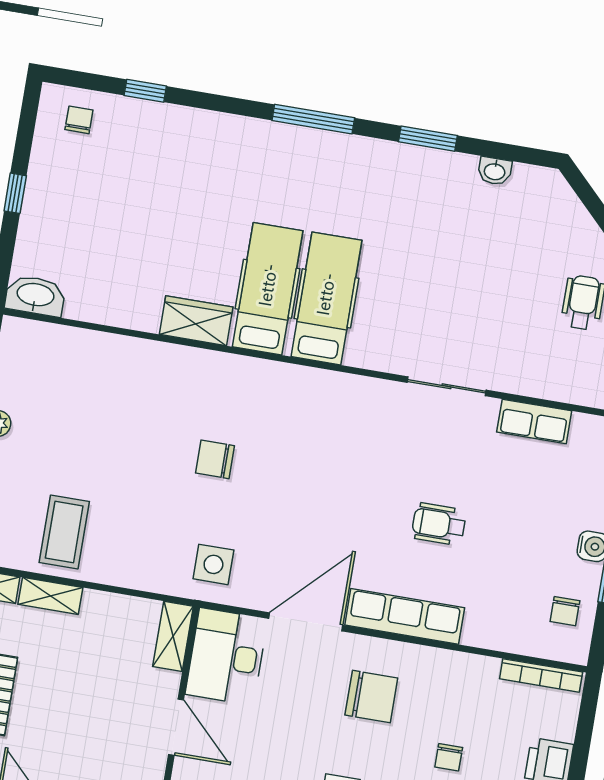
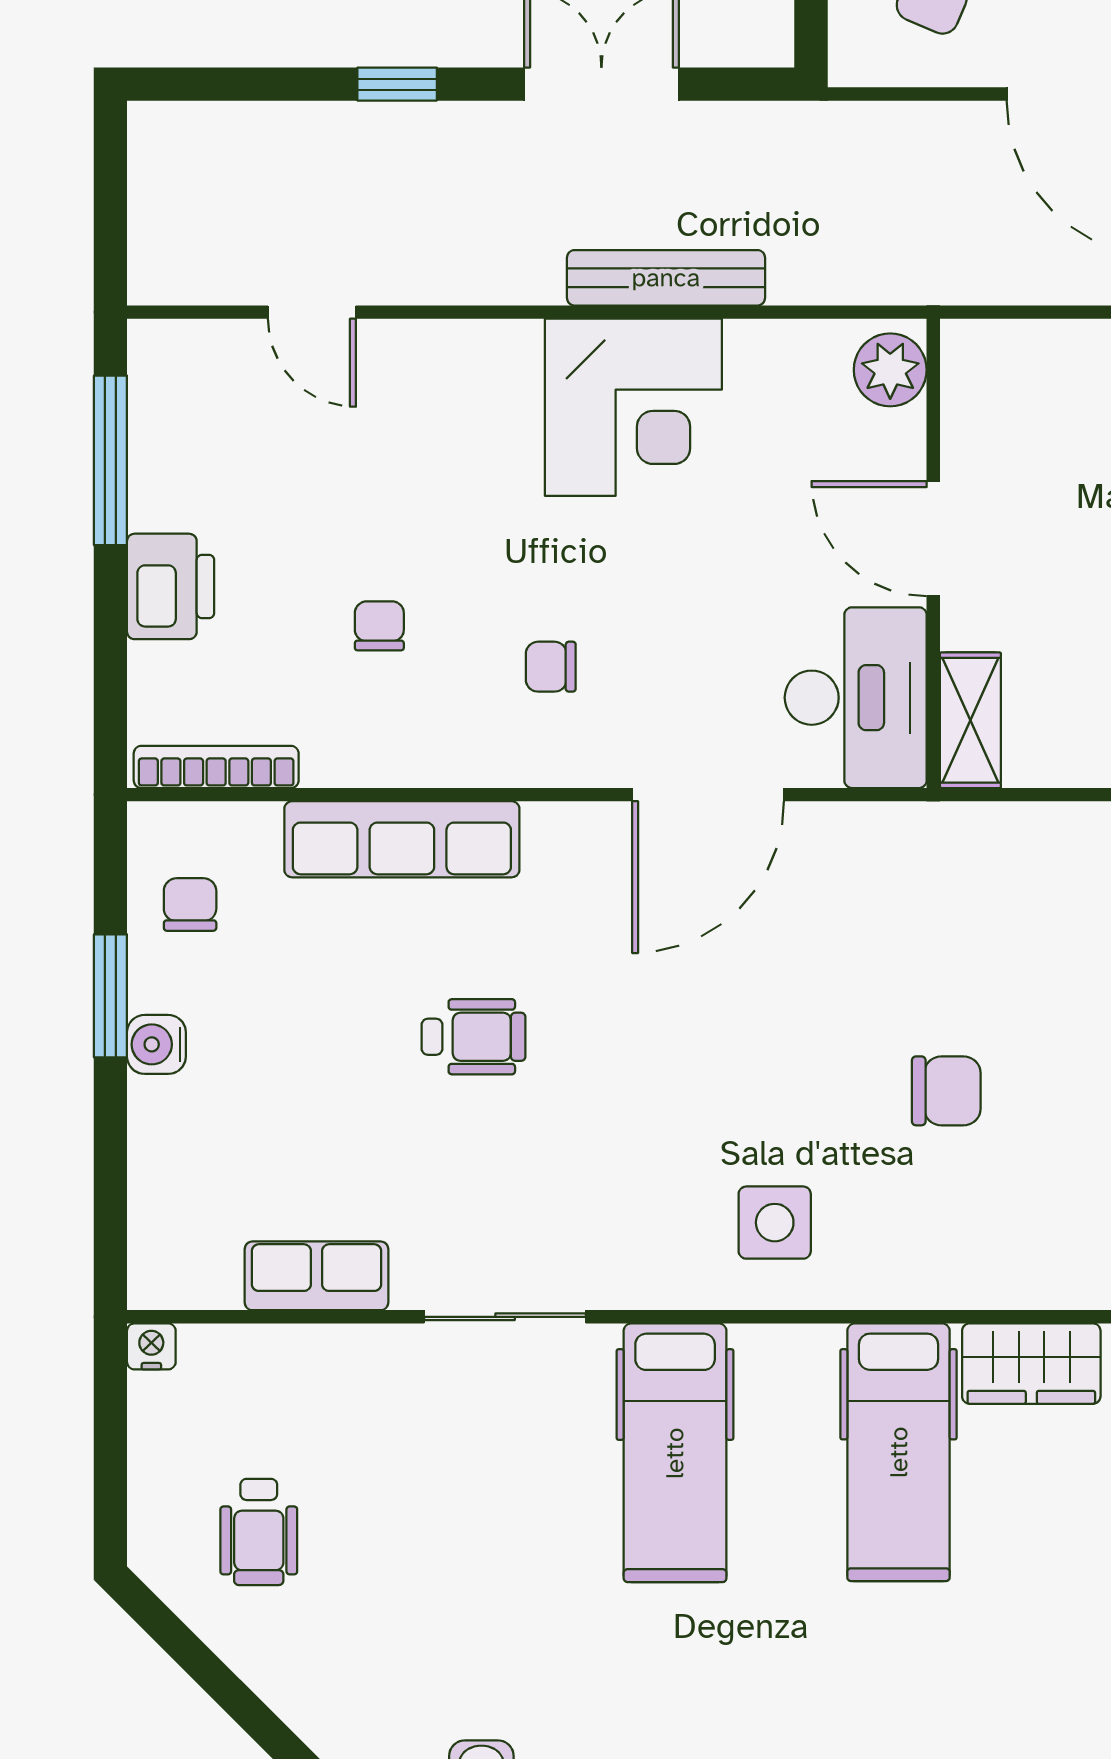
hospital bed: (326, 298) -> (675, 1453), moved
side table: (213, 564) -> (775, 1223), moved
row of seats: (405, 616) -> (402, 839), moved
chair: (371, 697) -> (551, 667), width x0.54, depth x0.54
chair: (449, 757) -> (379, 626), moved

